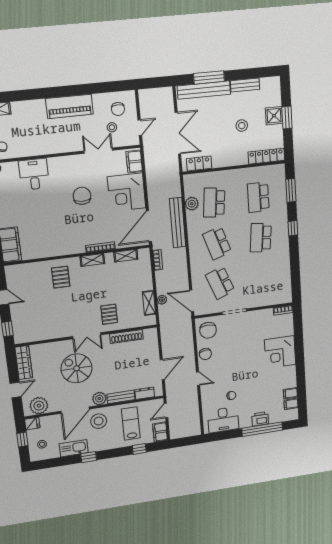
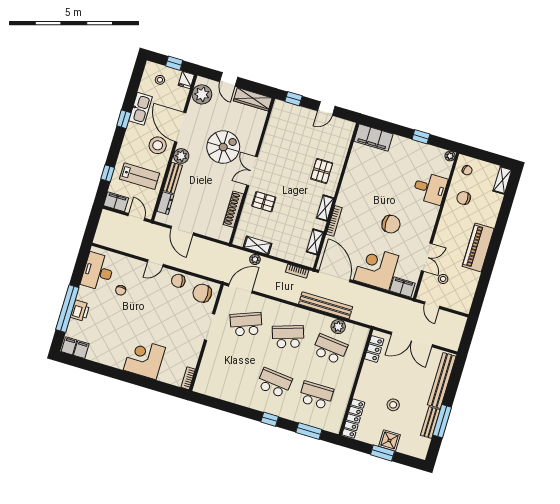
window: (209, 77) -> (442, 421), moved
chair: (118, 109) -> (464, 198), moved
pallet: (61, 277) -> (322, 171), turned 90
filing cabinet: (290, 393) -> (69, 346), moved

